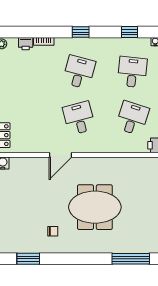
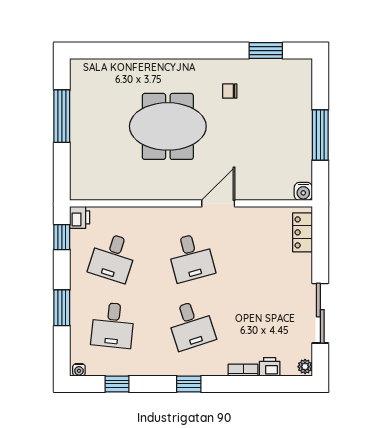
desk: (79, 72) -> (191, 325), turned -33
window: (131, 259) -> (115, 51), removed

